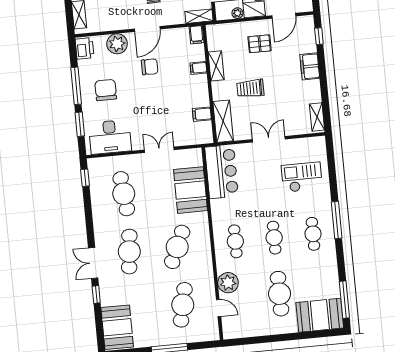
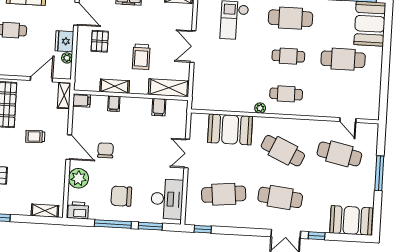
bar counter: (222, 172) -> (217, 97), removed
cafe table: (313, 234) -> (291, 18), width x1.37, depth x1.35
plant: (228, 283) -> (260, 108), moved, width x0.53, depth x0.53
door: (219, 308) -> (348, 120), swing flipped

